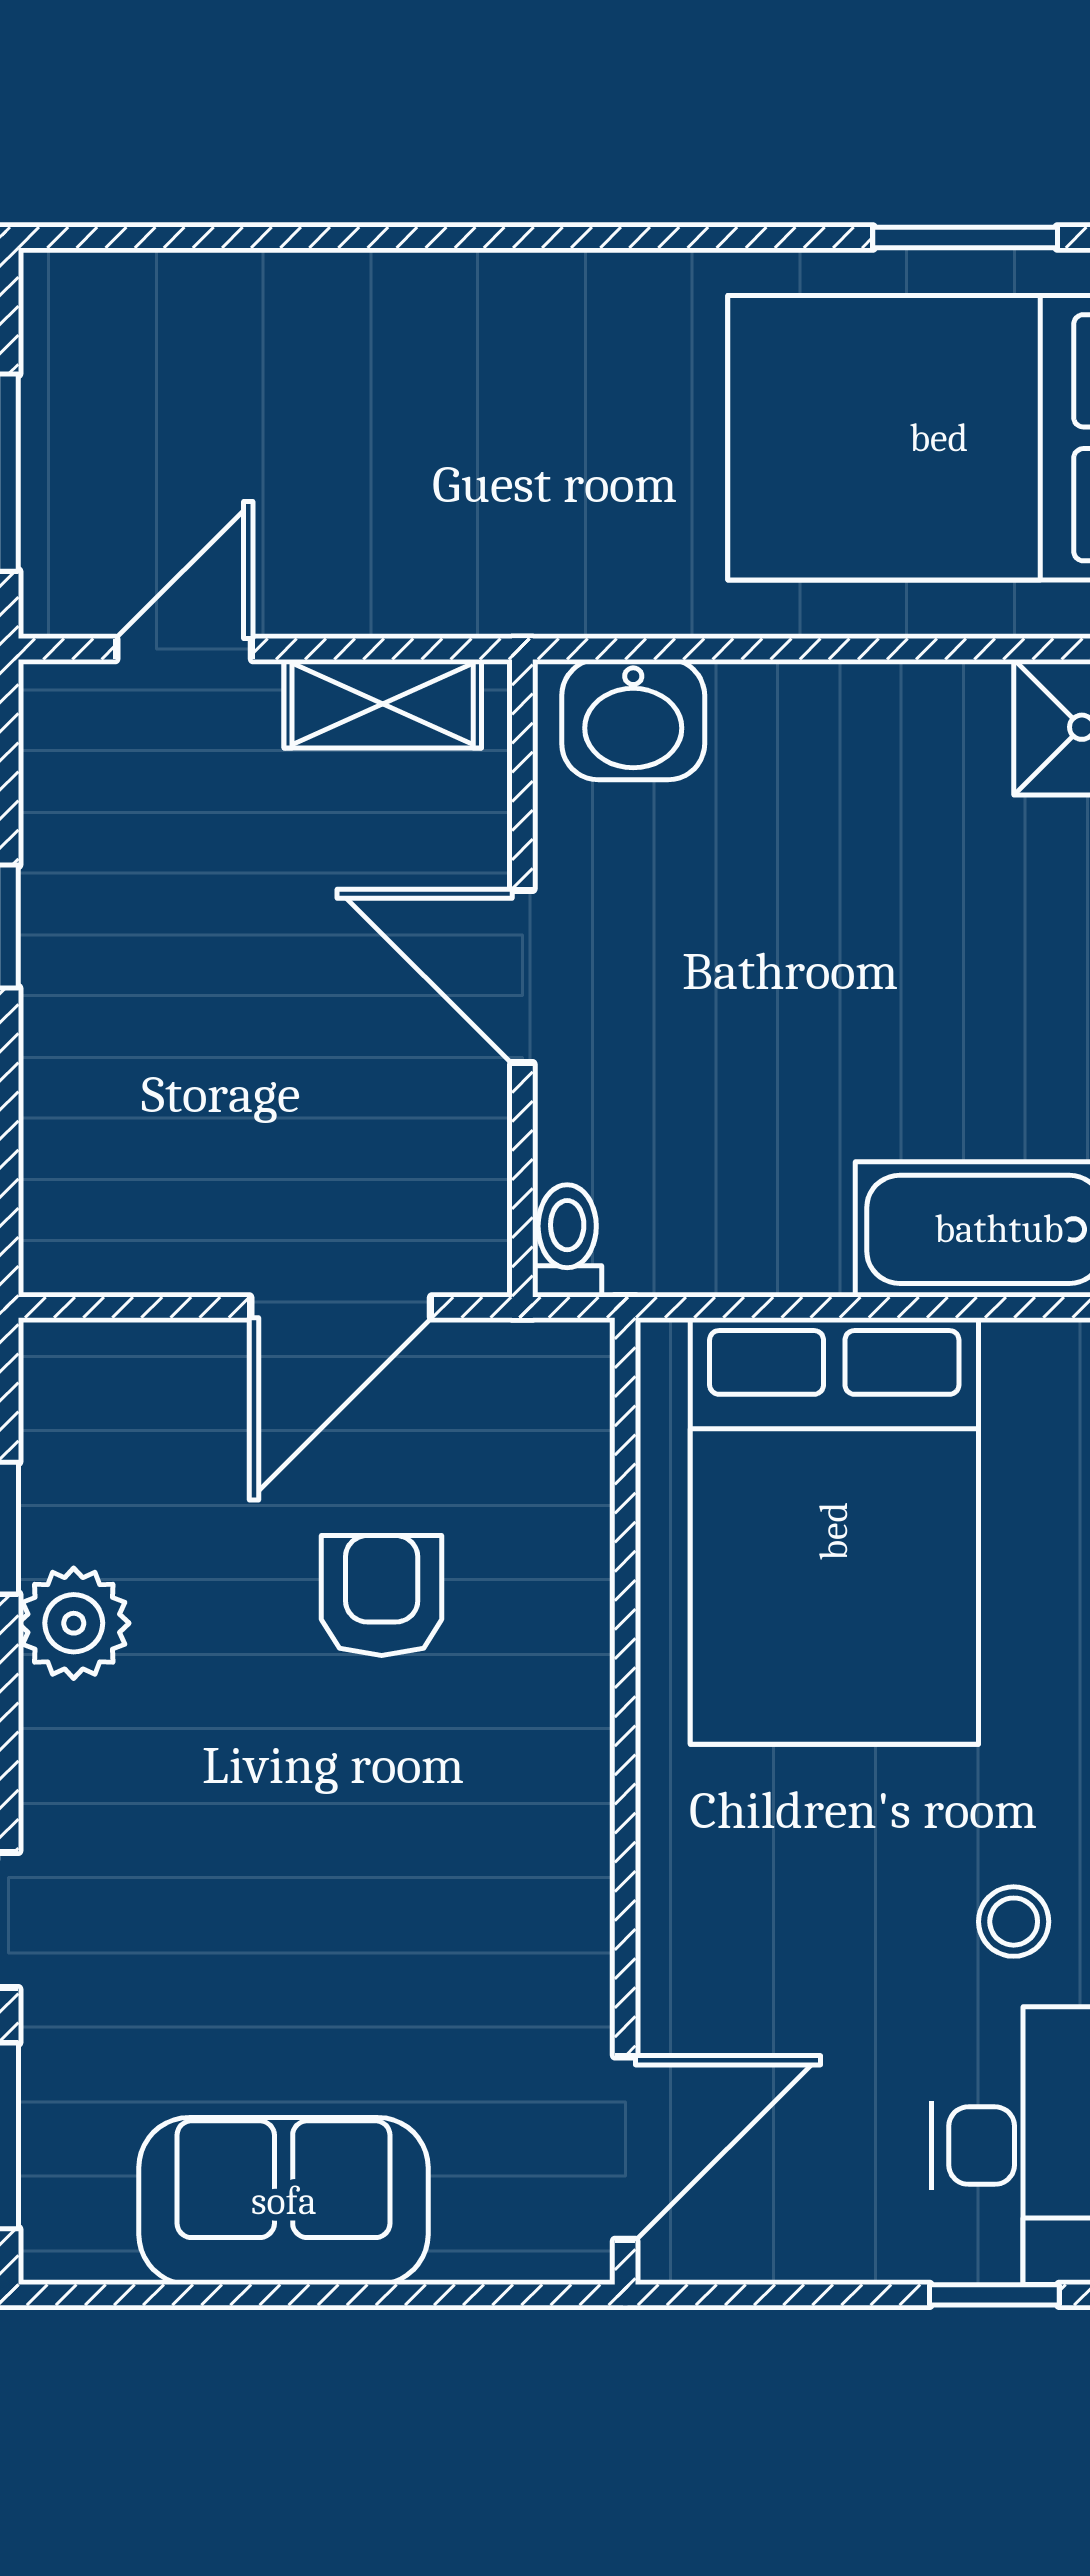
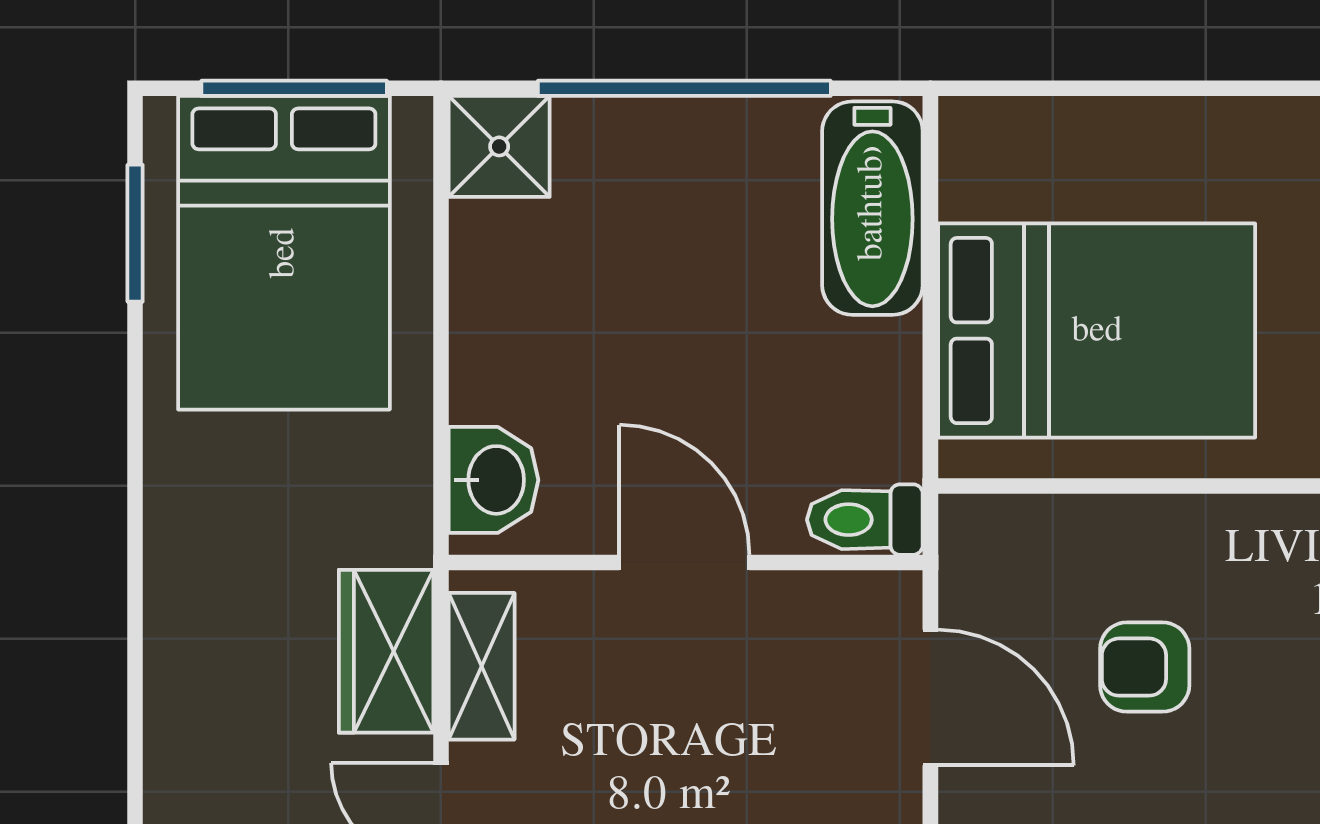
wardrobe: (403, 575) -> (386, 651), added
door: (522, 976) -> (684, 562), swing flipped
toilet: (567, 1241) -> (865, 520), width x1.37, depth x1.39

